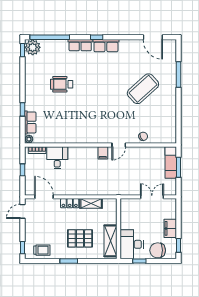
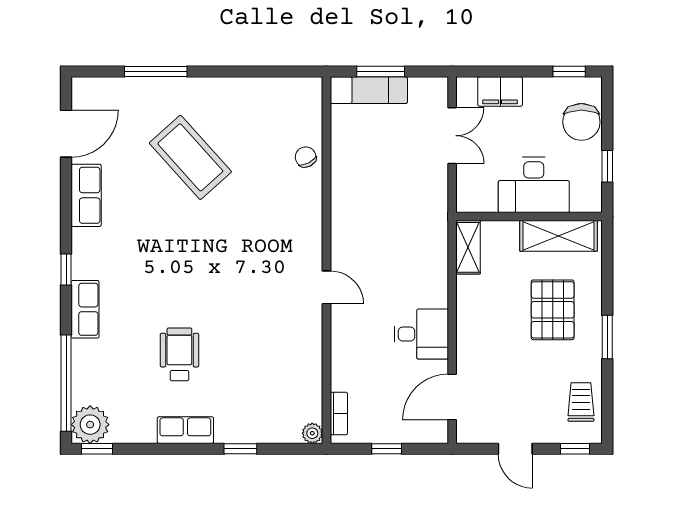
row of seats: (106, 46) -> (86, 195), moved
wheelchair: (62, 84) -> (179, 354), turned 180
row of seats: (30, 122) -> (185, 430), moved
door: (119, 145) -> (326, 287), moved
filing cabinet: (103, 153) -> (345, 255), removed
desk: (57, 158) -> (421, 334), moved, turned 180
double door: (152, 197) -> (452, 136), swing flipped
locker: (70, 203) -> (467, 335), removed
shelving: (91, 203) -> (468, 247), moved
door: (23, 211) -> (515, 449), moved
filing cabinet: (170, 228) -> (500, 92), moved
desk: (132, 244) -> (534, 185), moved

